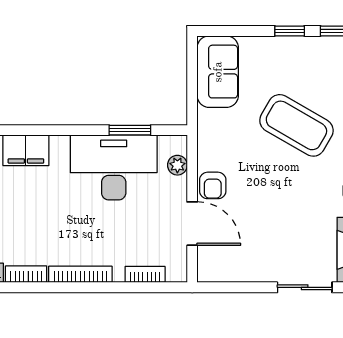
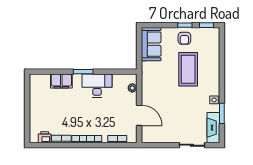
coffee table: (296, 125) -> (188, 69), turned 60
window: (130, 130) -> (83, 72), moved
desk: (114, 167) -> (97, 86), width x0.73, depth x0.77
armchair: (213, 185) -> (184, 38), moved

